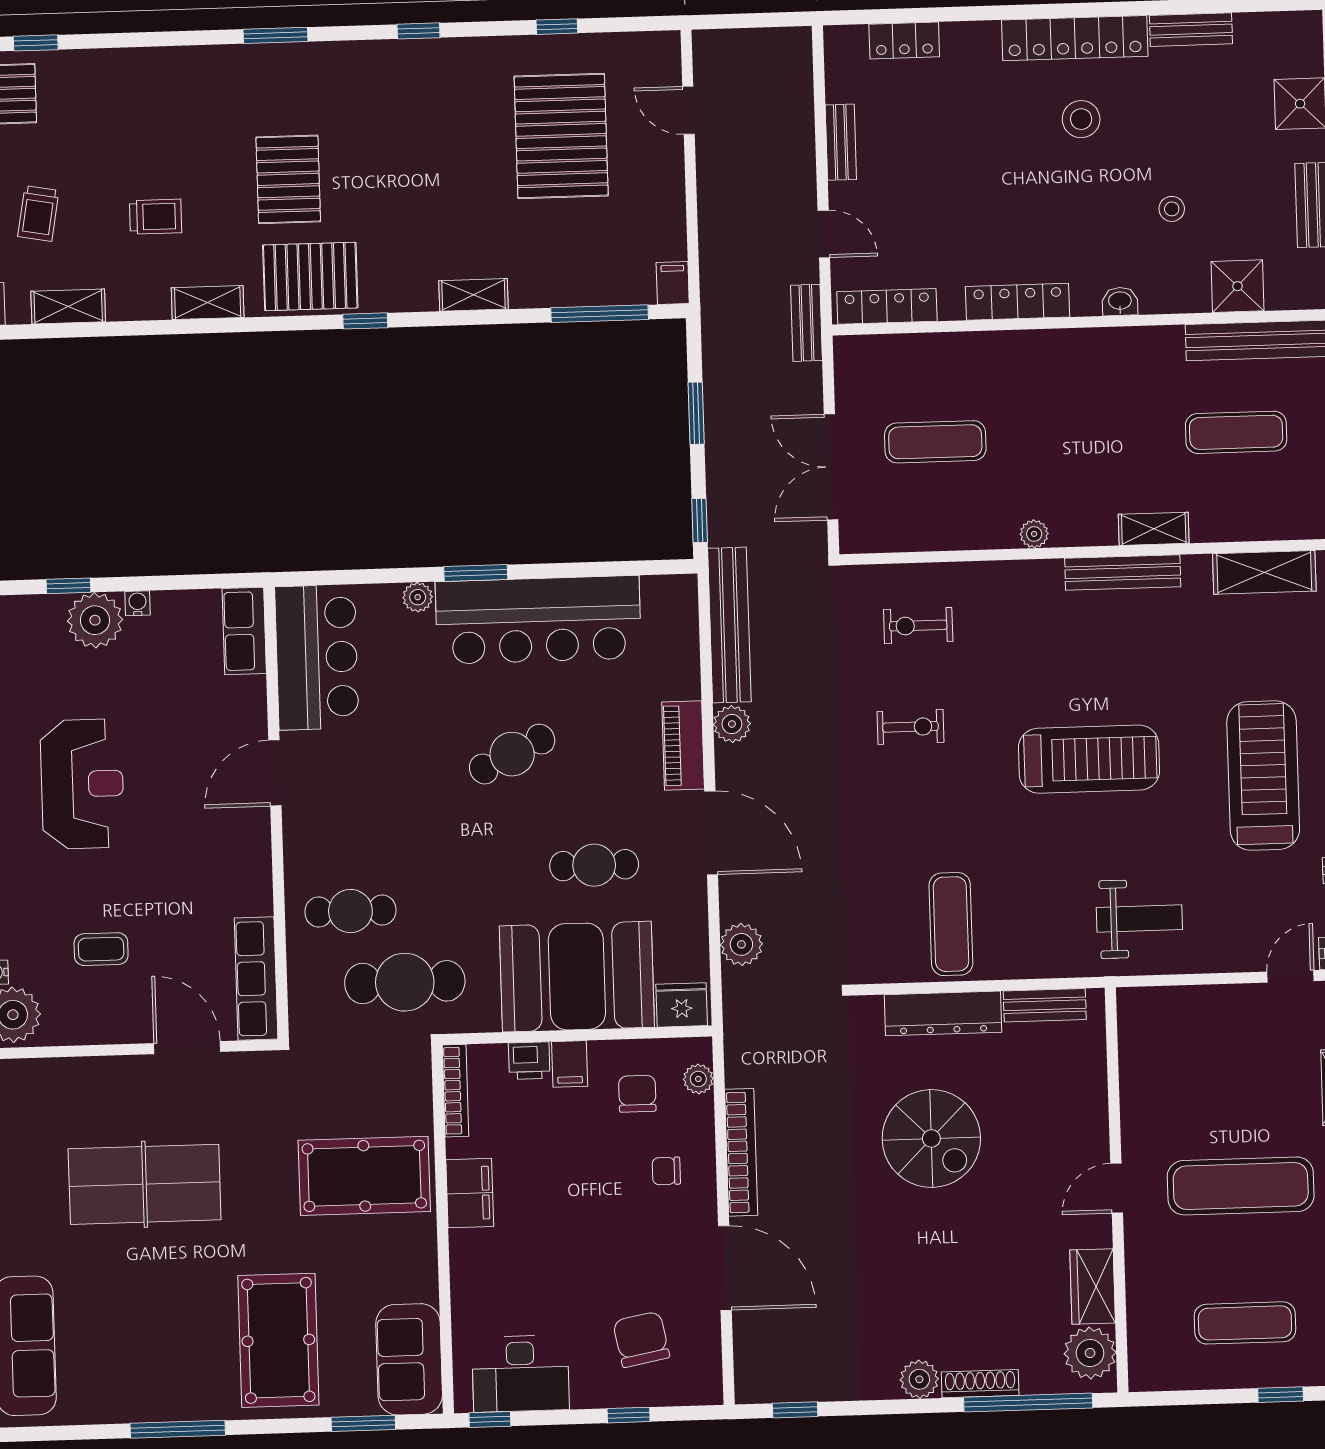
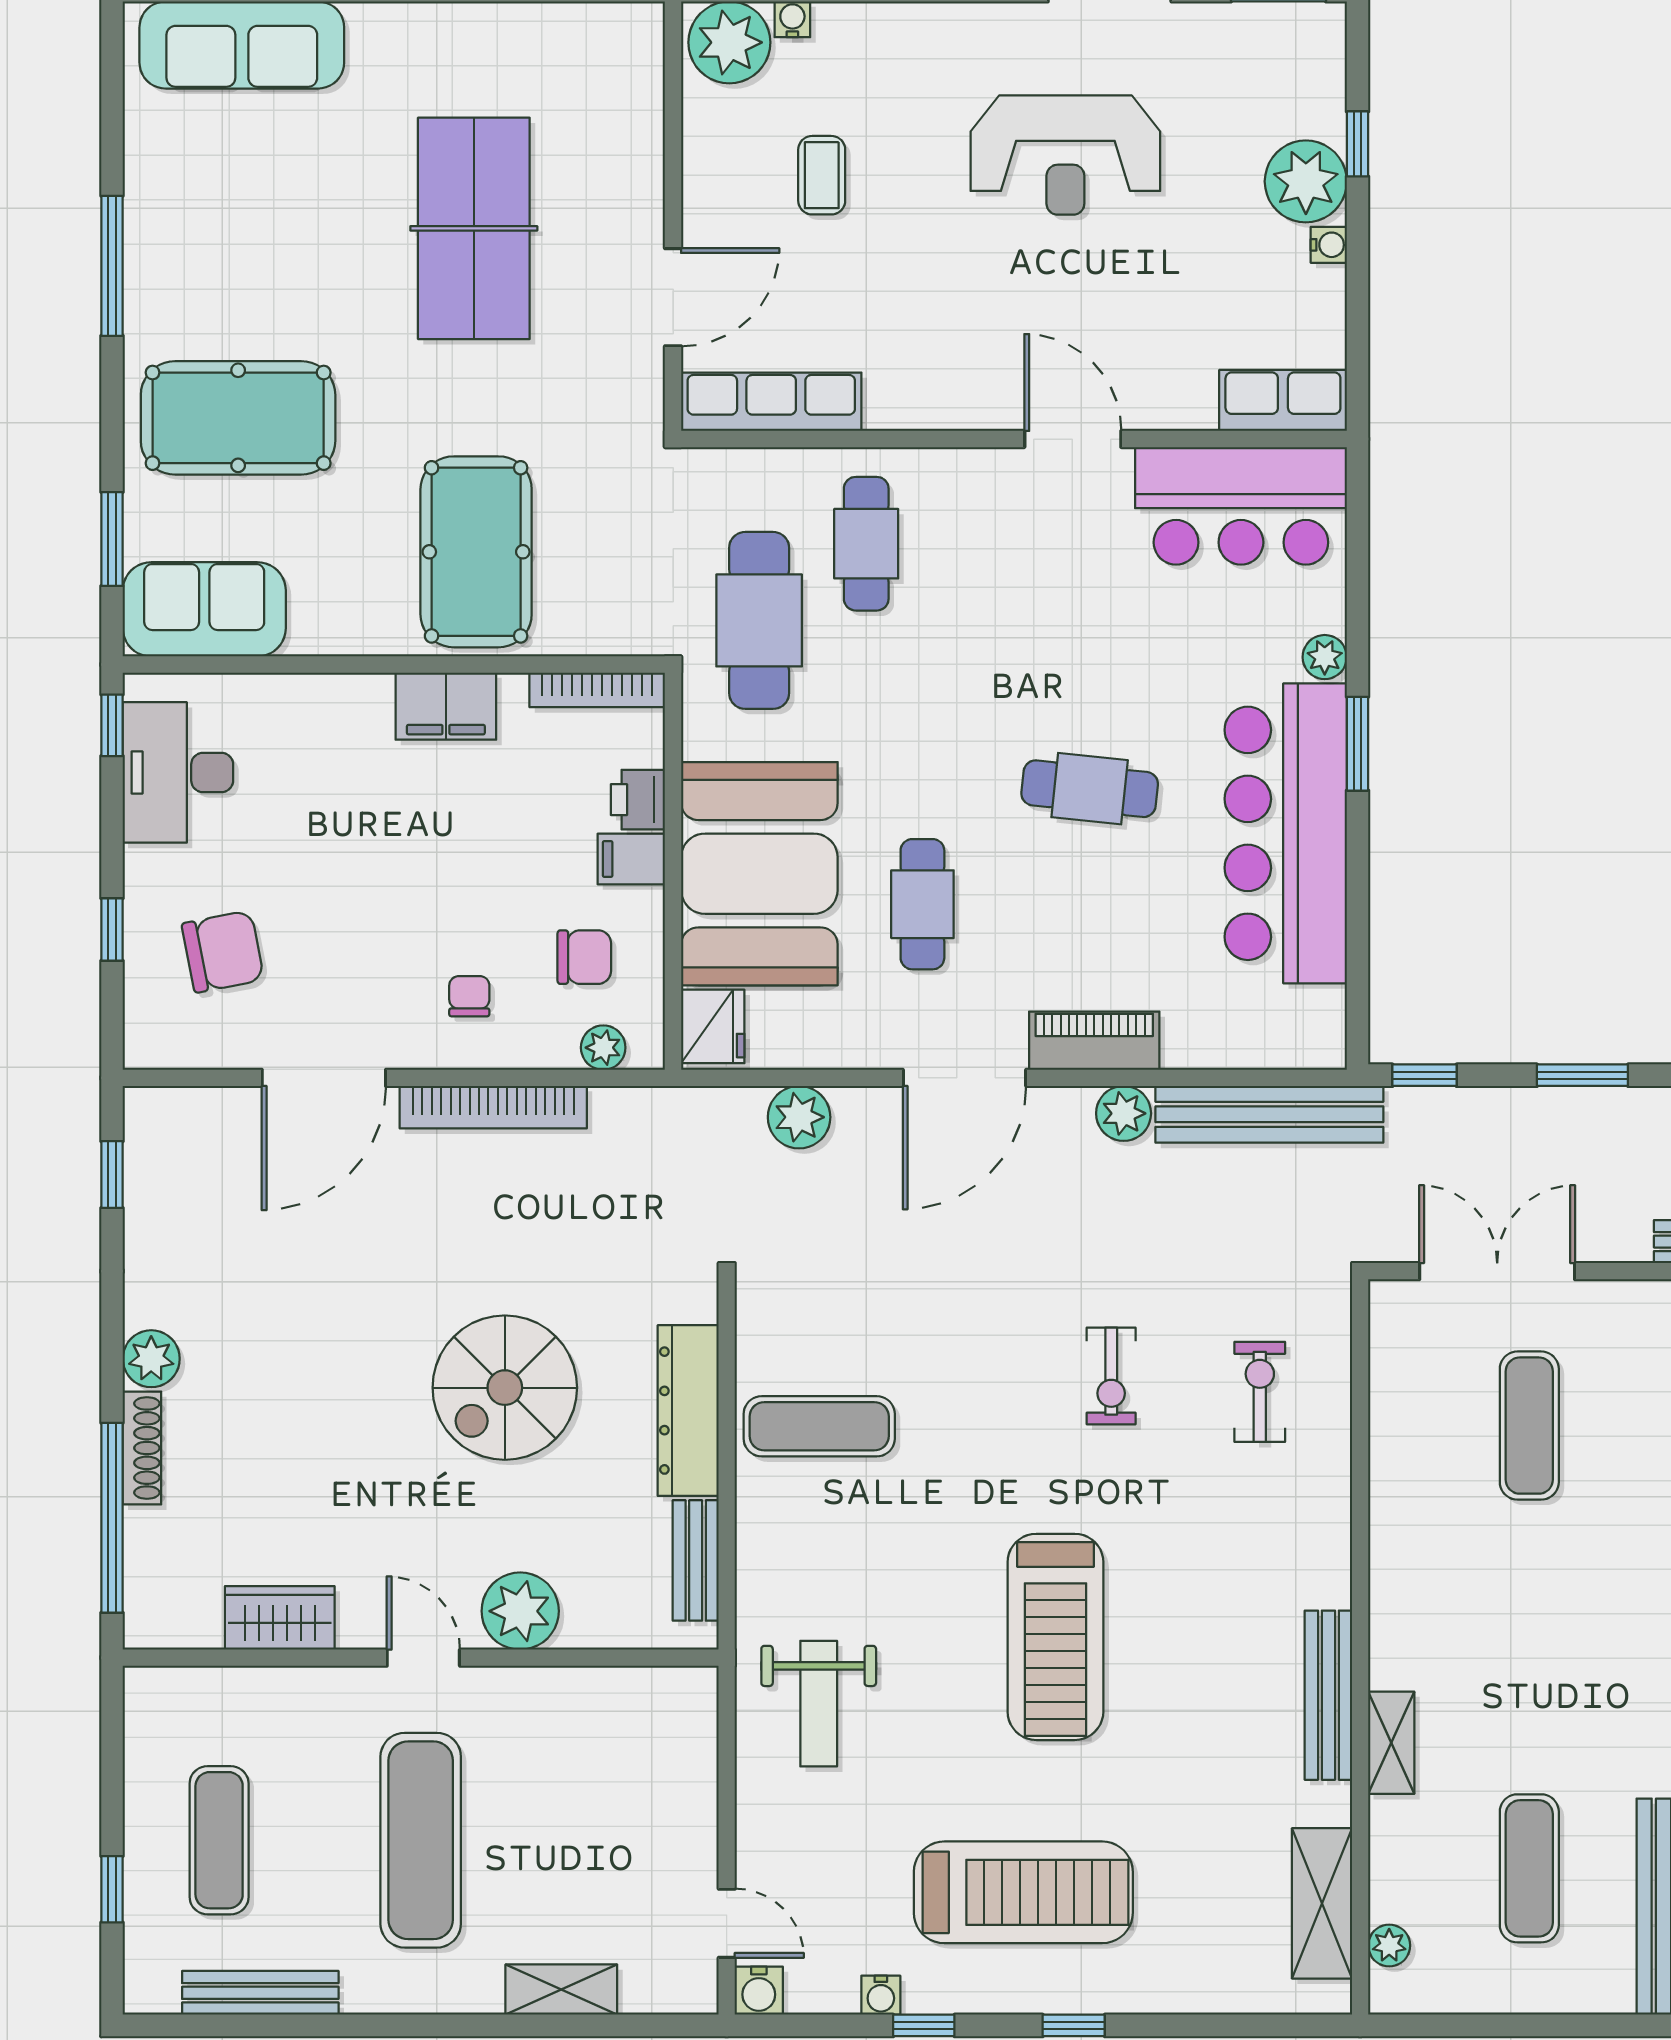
plant: (1034, 534) -> (1389, 1945), moved
cafe table: (512, 754) -> (1090, 789), turned -58
plant: (1090, 1353) -> (520, 1611), moved

